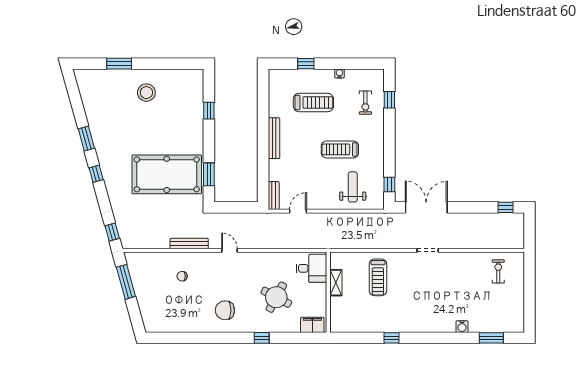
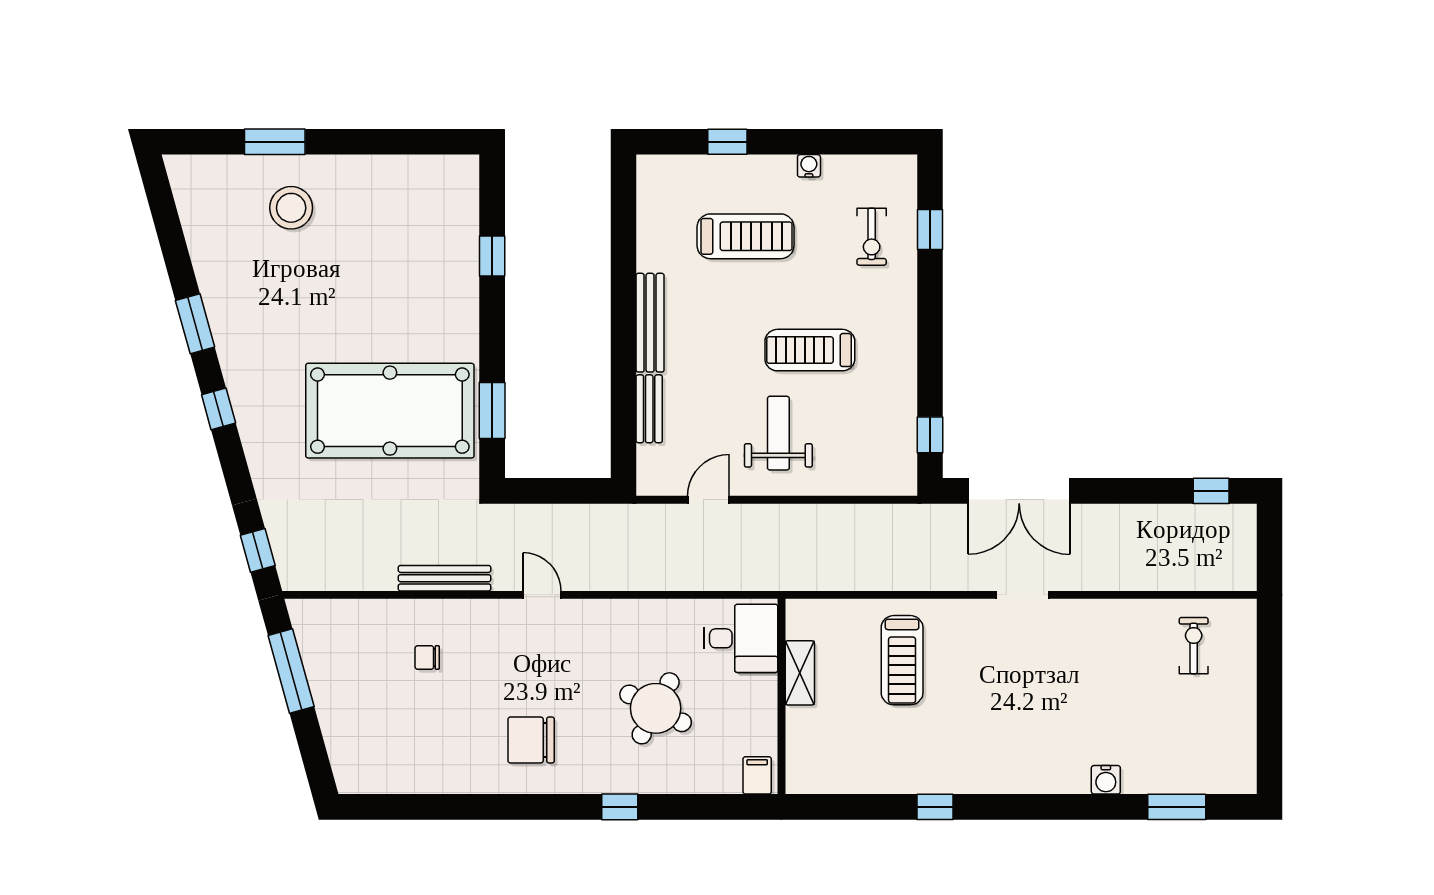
stool: (146, 93) -> (291, 208), moved
weight bench: (353, 187) -> (778, 433), moved
bench: (274, 196) -> (649, 409), moved
double door: (426, 207) -> (1019, 491), swing flipped
filing cabinet: (312, 325) -> (757, 775), width x0.50

